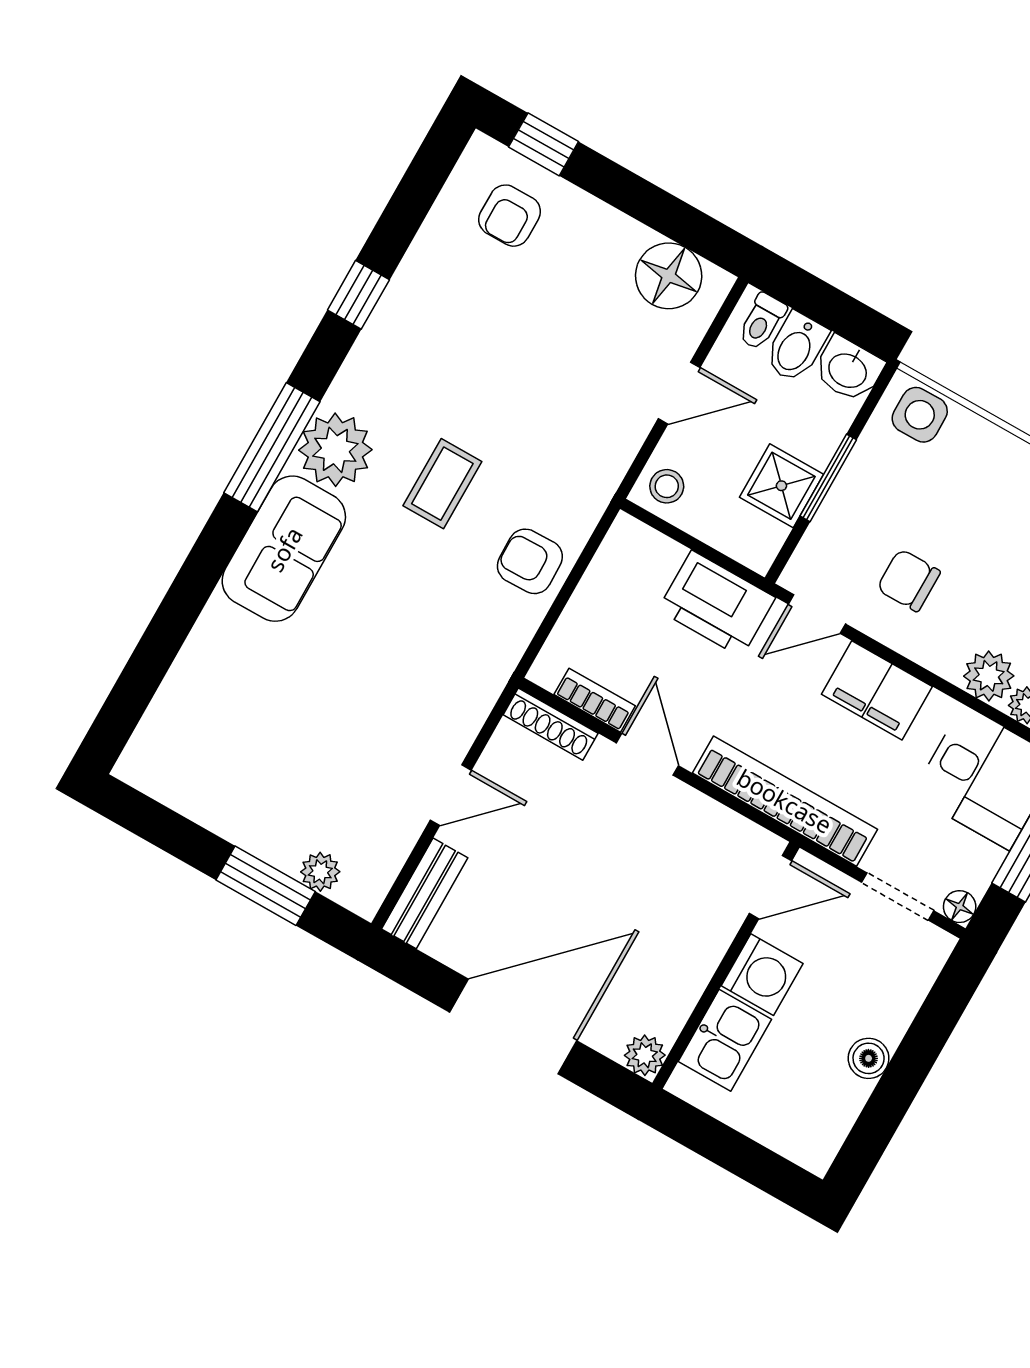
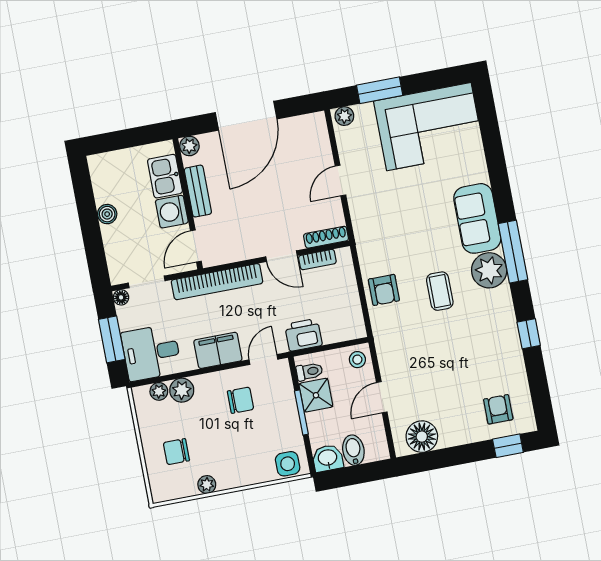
toilet: (762, 322) -> (309, 372), moved, turned 90
armchair: (530, 561) -> (384, 290), turned 91
printer: (717, 604) -> (303, 335), width x0.73, depth x0.84
corner sofa: (236, 761) -> (429, 127), added
plant: (320, 872) -> (344, 116), moved
bench: (425, 893) -> (198, 191), moved

